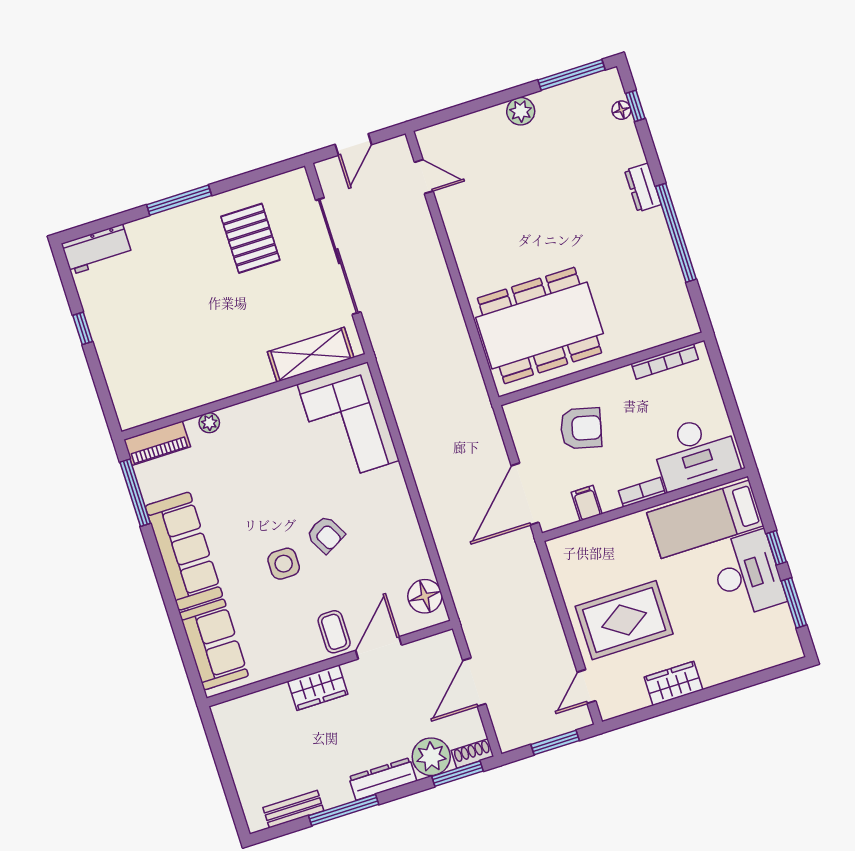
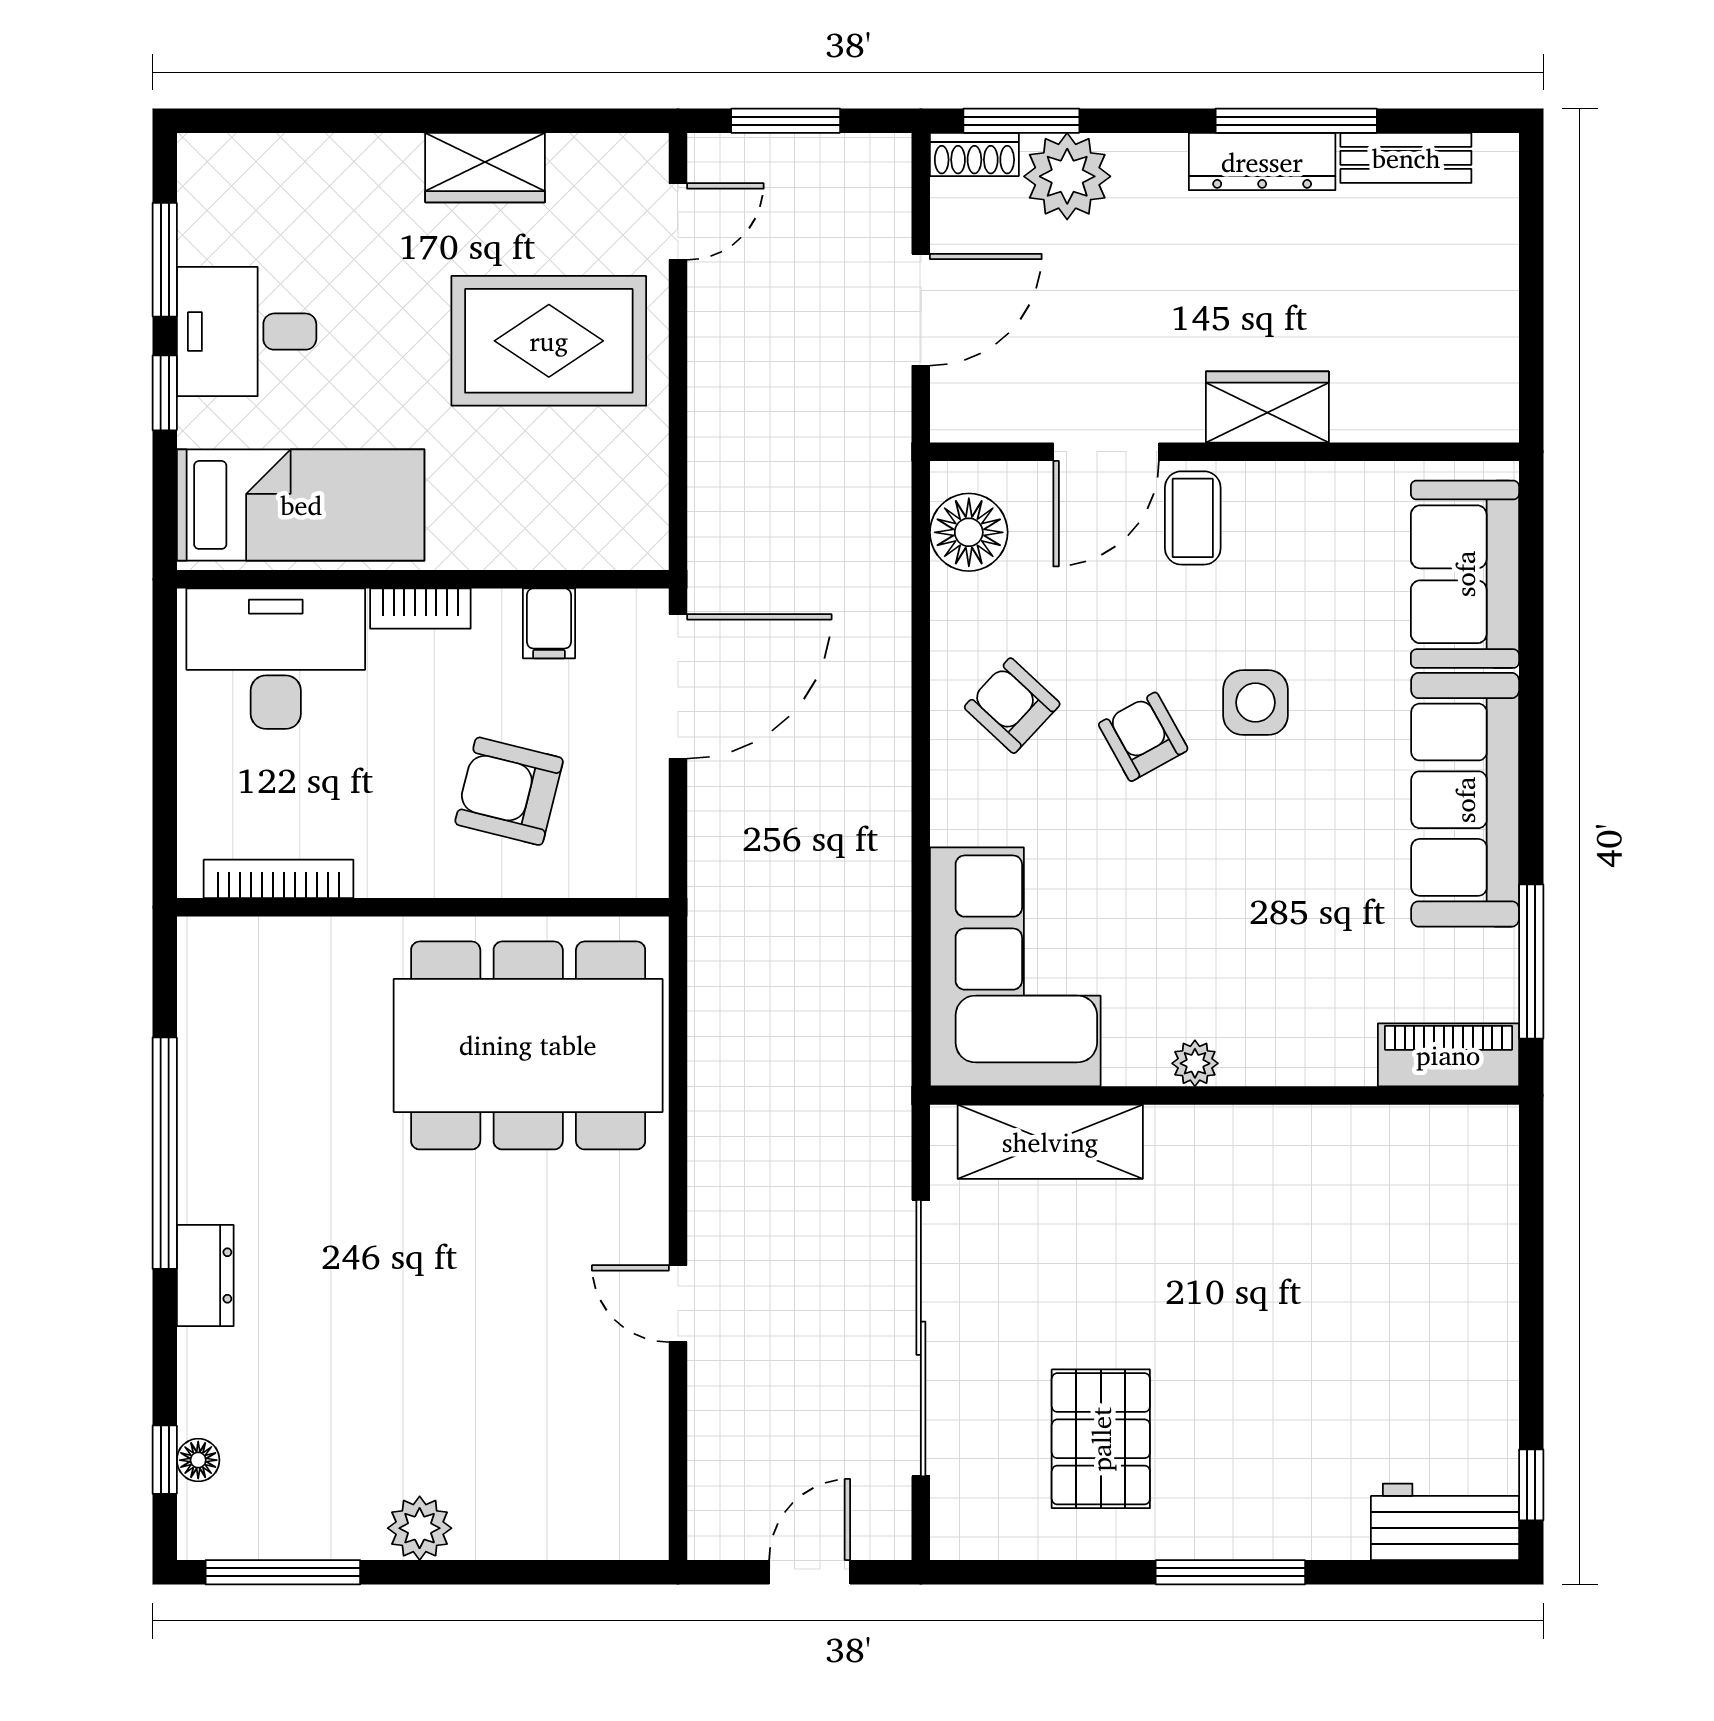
door: (424, 177) -> (678, 1304), moved
window: (83, 328) -> (1531, 1485), moved
plant: (209, 423) -> (1195, 1063), moved
armchair: (384, 530) -> (1012, 706), added
desk: (747, 574) -> (247, 332), width x0.73
dresser: (383, 779) -> (1262, 162), moved

